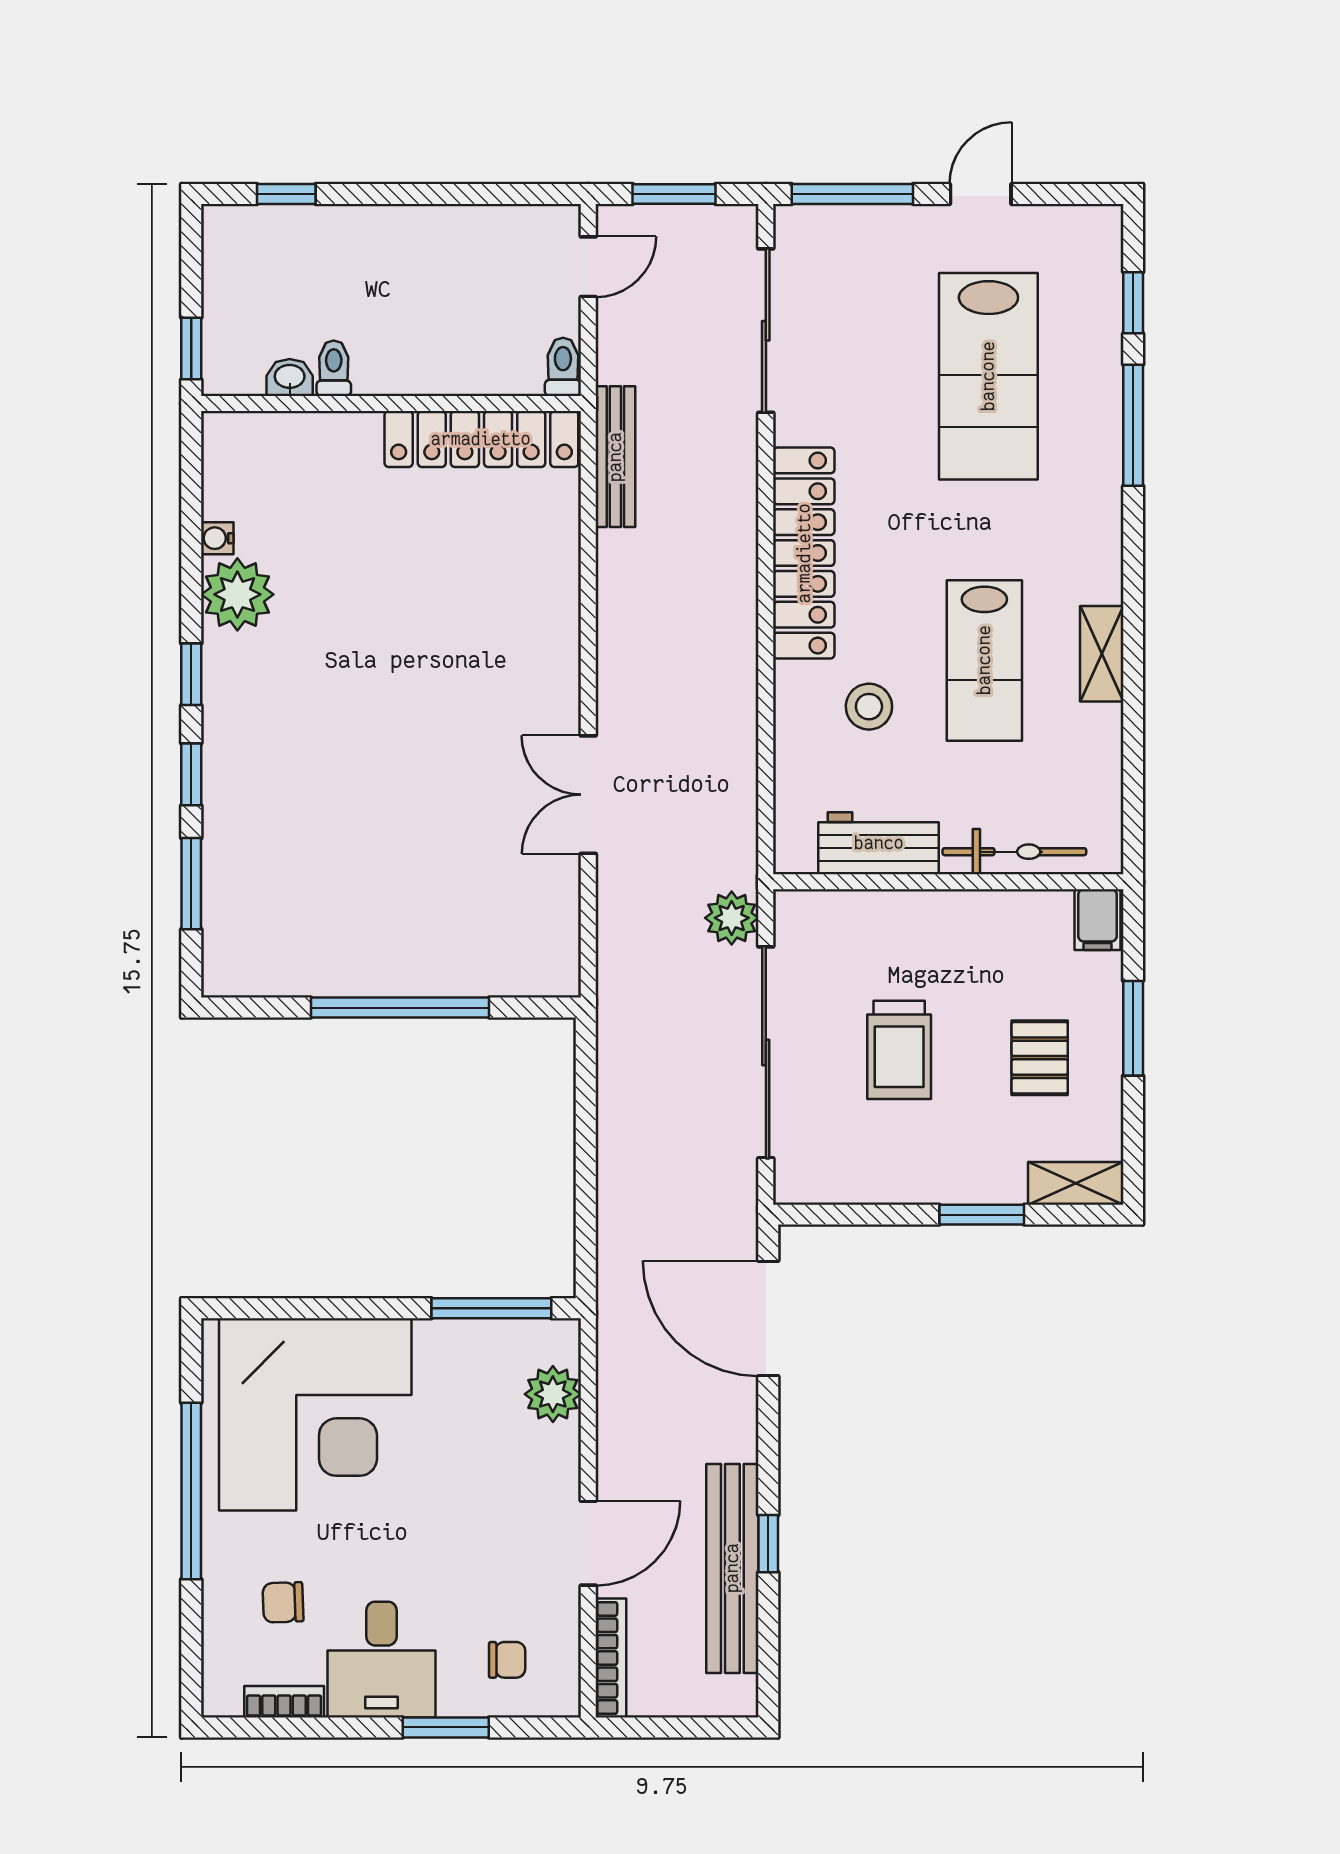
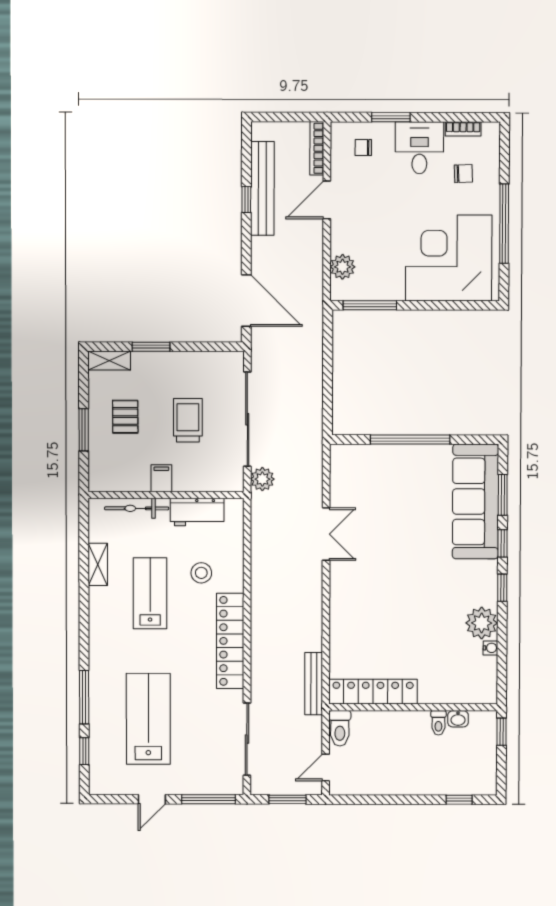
toilet: (563, 367) -> (340, 728), width x1.37, depth x1.39
shelving: (1102, 654) -> (98, 564), moved
sofa: (252, 868) -> (475, 501), added
filing cabinet: (1097, 920) -> (161, 478), moved

